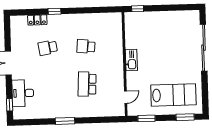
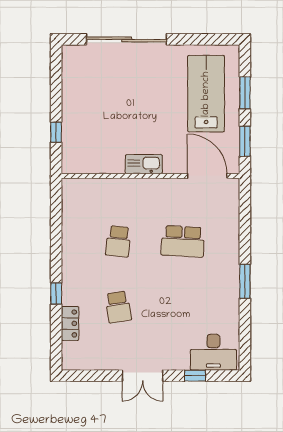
window: (138, 9) -> (56, 132), moved
desk: (23, 93) -> (213, 352), moved
door: (126, 97) -> (207, 176), width x1.88
window: (10, 105) -> (195, 376), moved
window: (185, 117) -> (245, 93), moved

